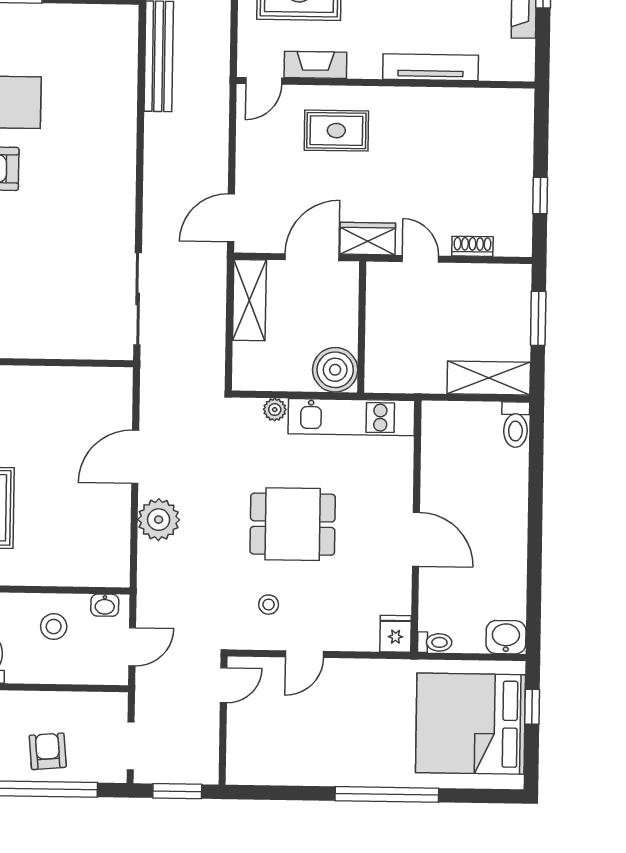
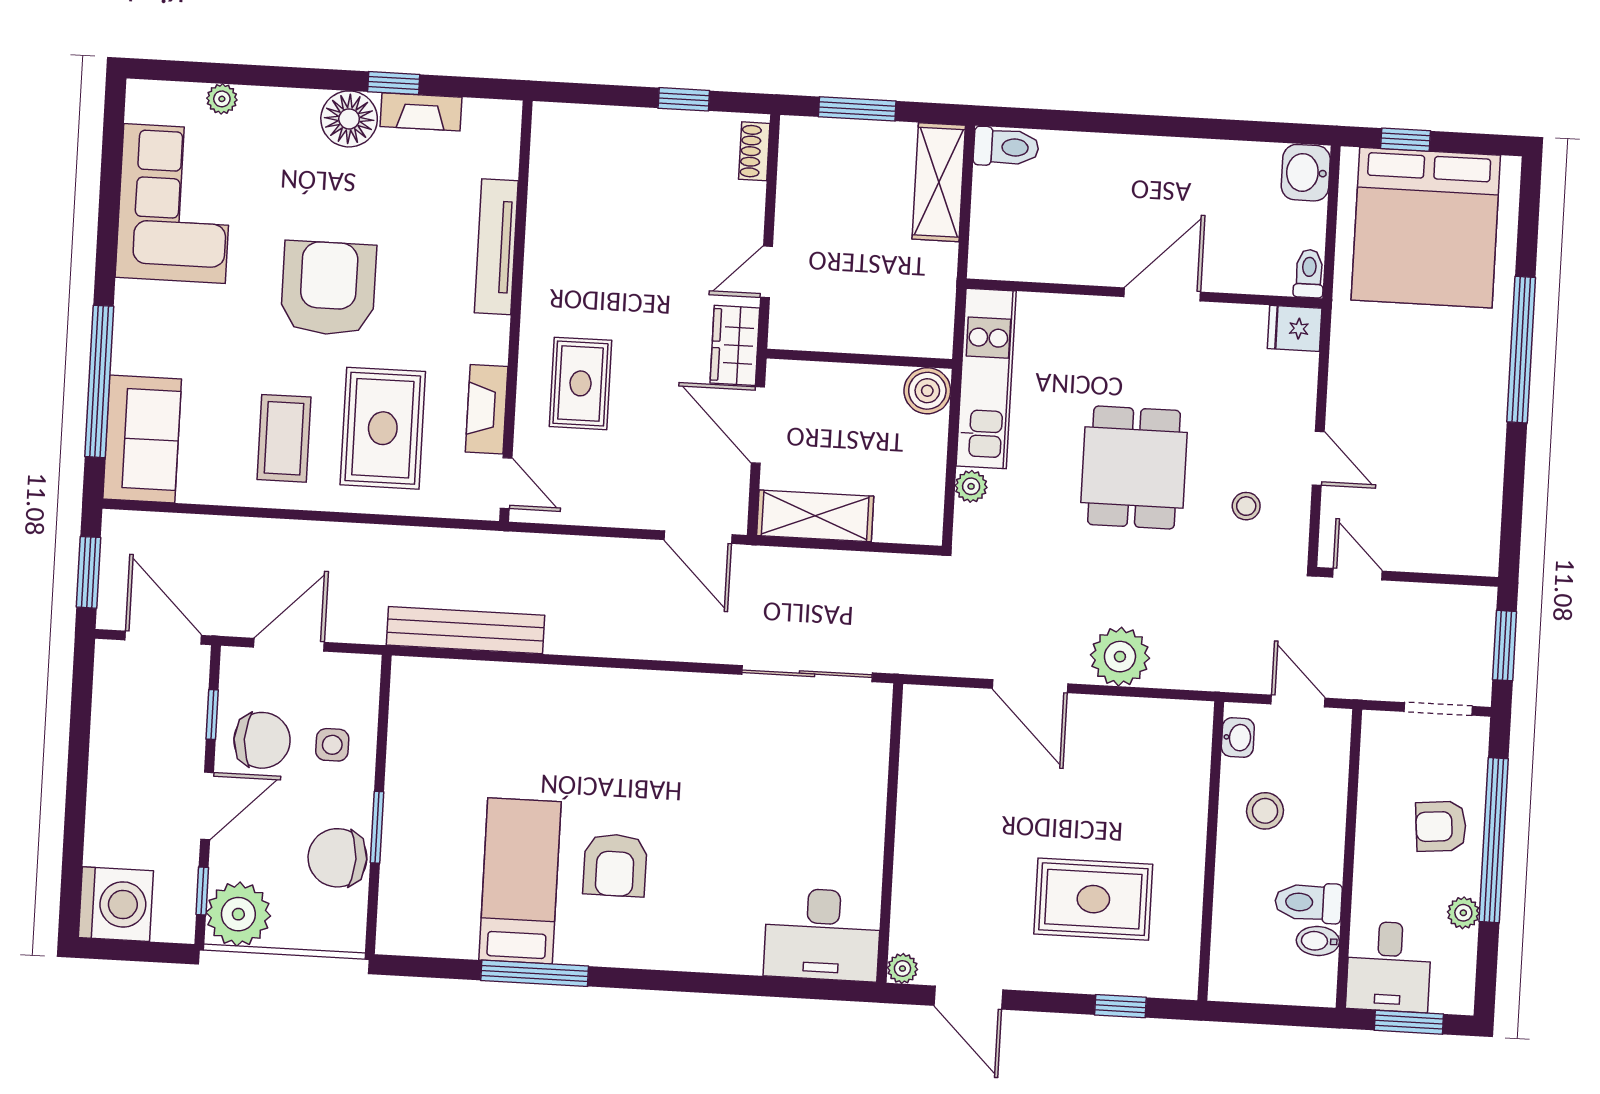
shoe rack: (472, 246) -> (754, 151), moved
boiler: (335, 370) -> (927, 391), width x0.73, depth x0.73

